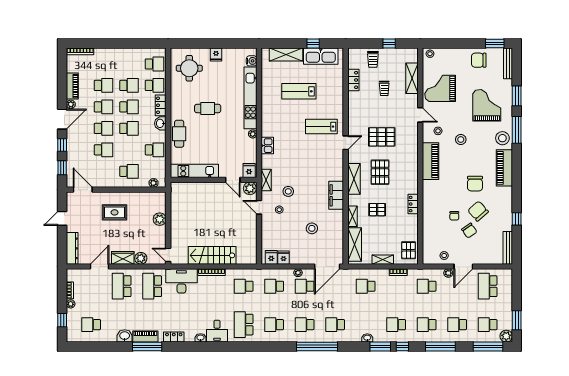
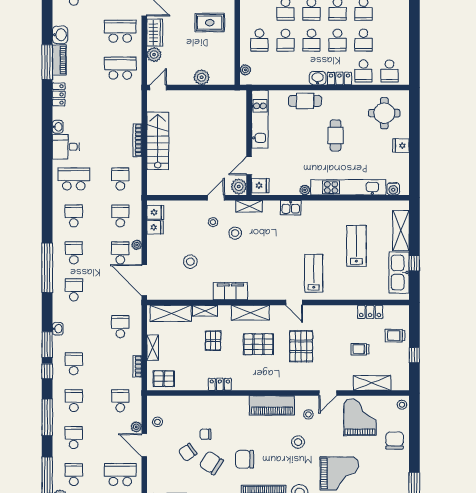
chair: (479, 60) -> (395, 441), moved
school desk: (154, 150) -> (285, 40), moved
chair: (478, 211) -> (211, 463), turned -105
rug: (115, 212) -> (210, 23), turned 90
desk: (181, 281) -> (127, 104), removed

